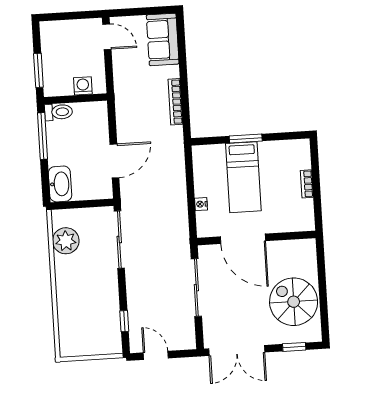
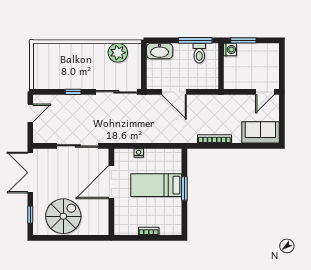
washing machine: (83, 86) -> (230, 50), moved
toilet: (58, 112) -> (199, 53), moved
window: (124, 321) -> (73, 92), moved

